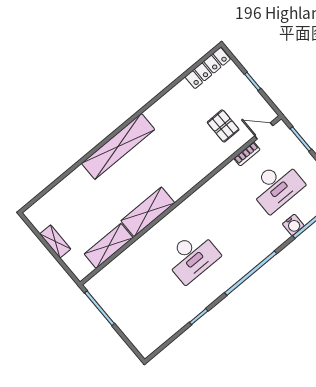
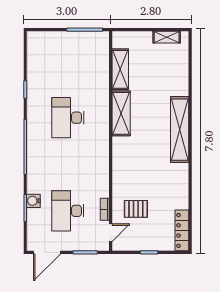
shelving: (55, 241) -> (167, 37), moved

